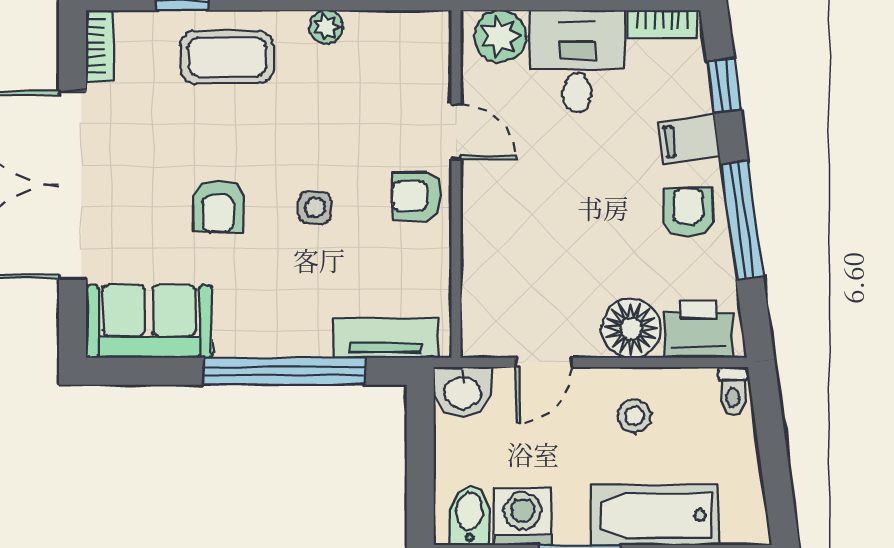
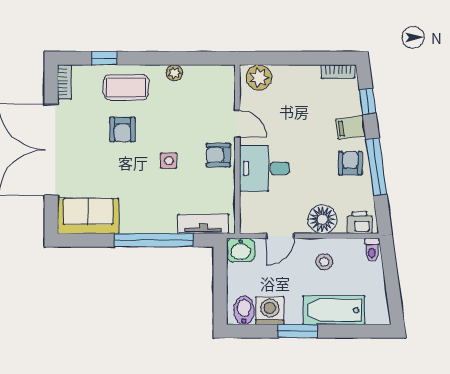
desk: (577, 61) -> (264, 168), moved, turned -90
armchair: (218, 206) -> (122, 129), moved
printer: (699, 330) -> (360, 223), width x0.73, depth x0.81

